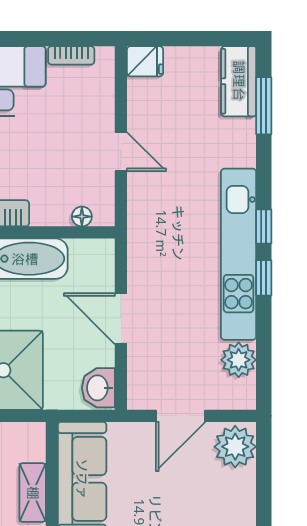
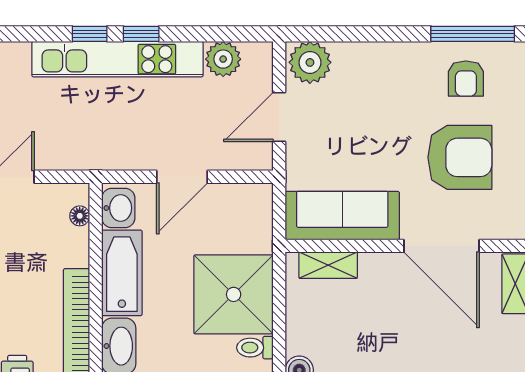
washbasin: (98, 388) -> (118, 208), moved, turned -90
door: (181, 416) -> (279, 117), swing flipped
shelving: (33, 493) -> (328, 265), moved

